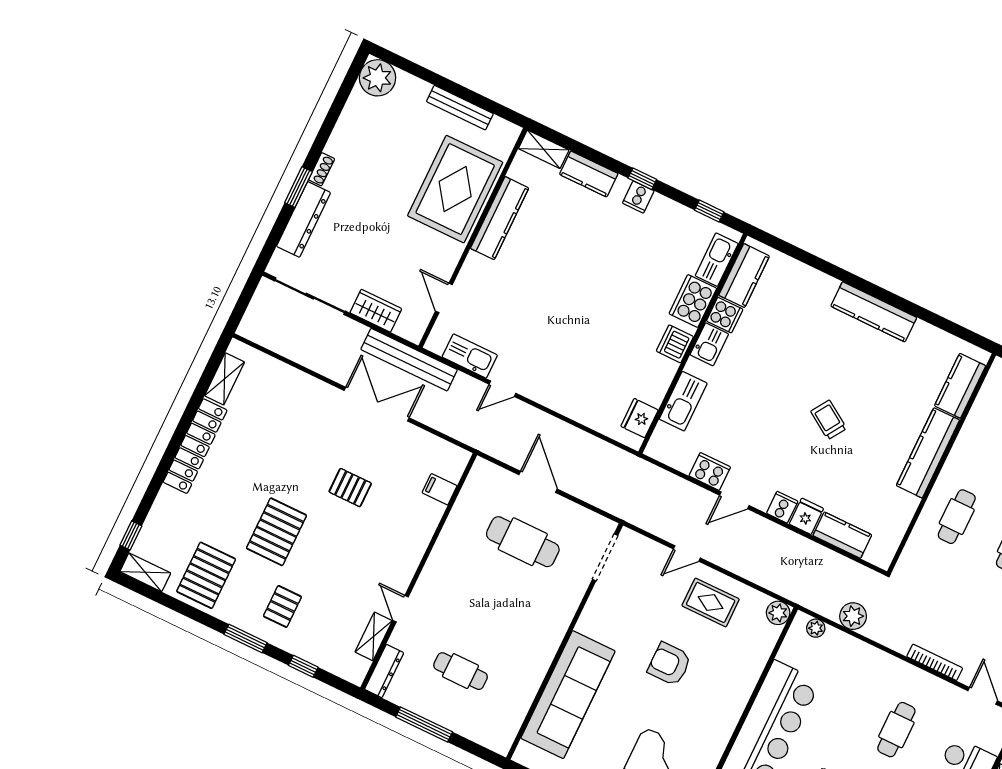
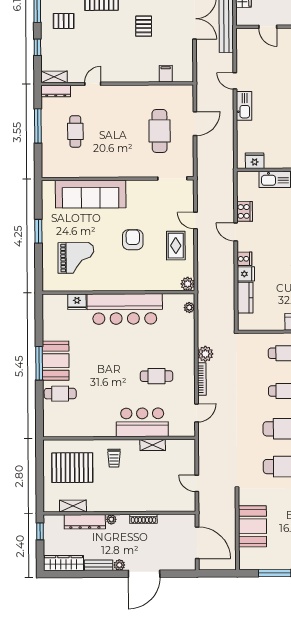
door: (444, 298) -> (268, 27), swing flipped
kitchen sink: (470, 356) -> (244, 106), moved
plant: (853, 616) -> (205, 354), moved
shelving: (374, 636) -> (54, 77), moved

